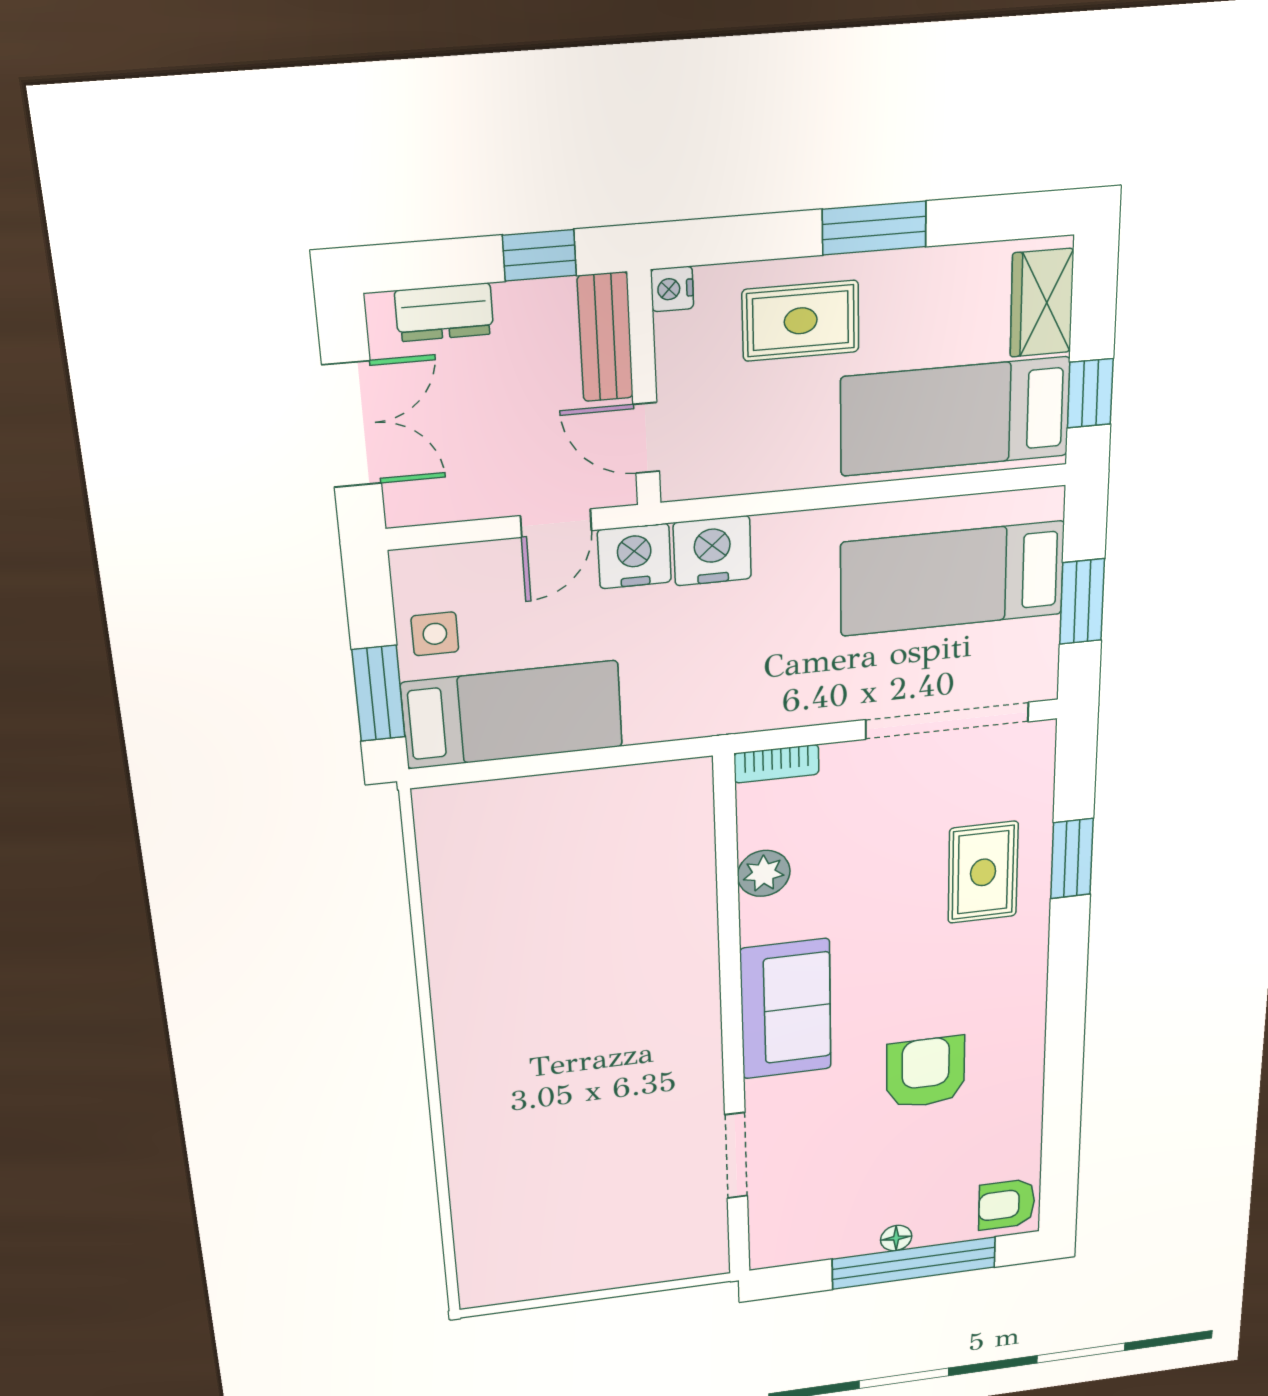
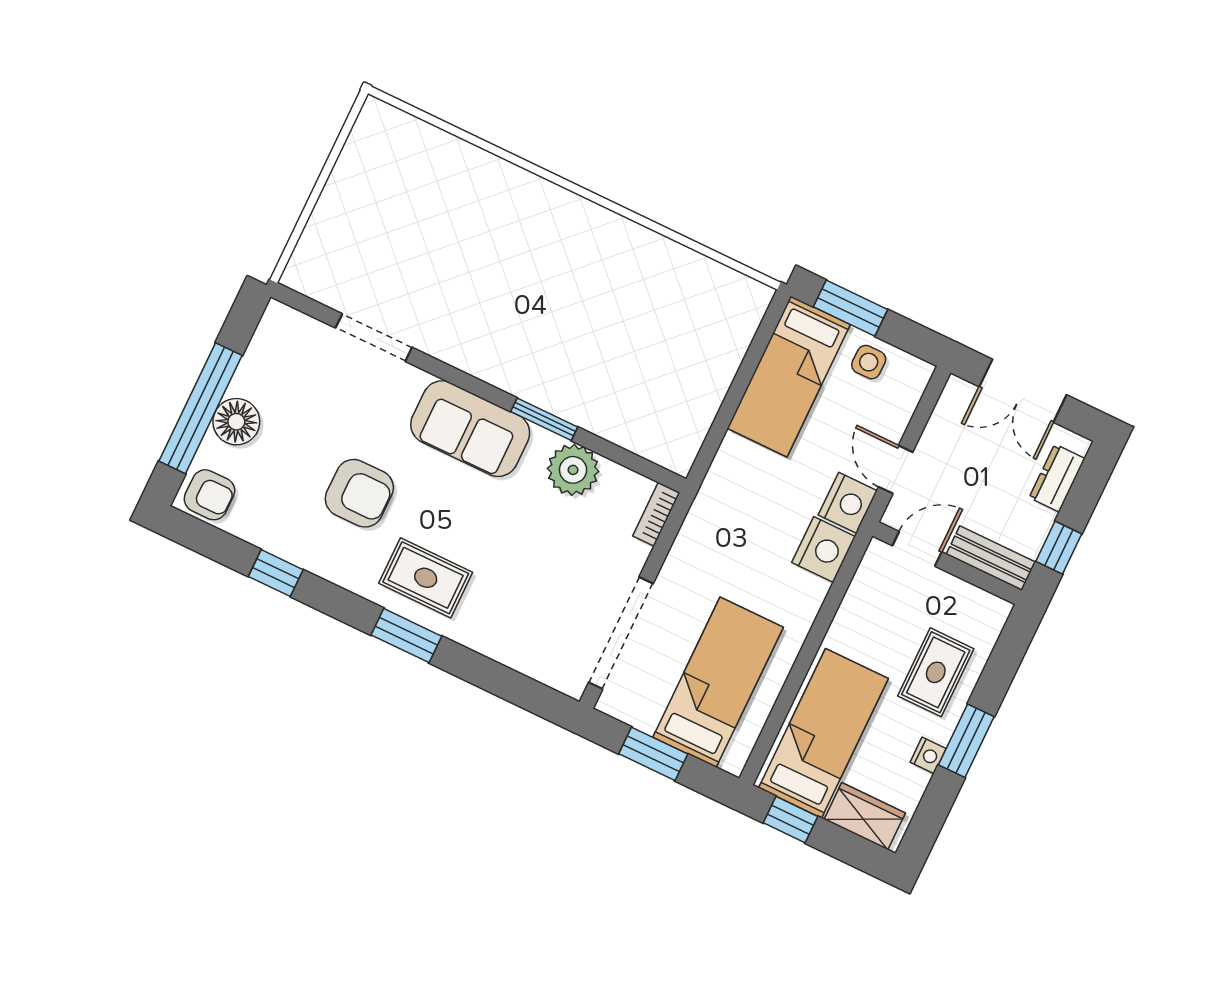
nightstand: (672, 289) -> (928, 755), moved, turned 90
window: (1072, 859) -> (406, 636), moved
rug: (983, 872) -> (426, 578), moved
plant: (764, 873) -> (573, 470), width x1.36, depth x1.36
window: (729, 943) -> (544, 419), added
window: (1062, 1099) -> (276, 573), added
armchair: (1007, 1204) -> (209, 495), turned 90
floor lamp: (896, 1238) -> (236, 422), width x1.89, depth x1.89

